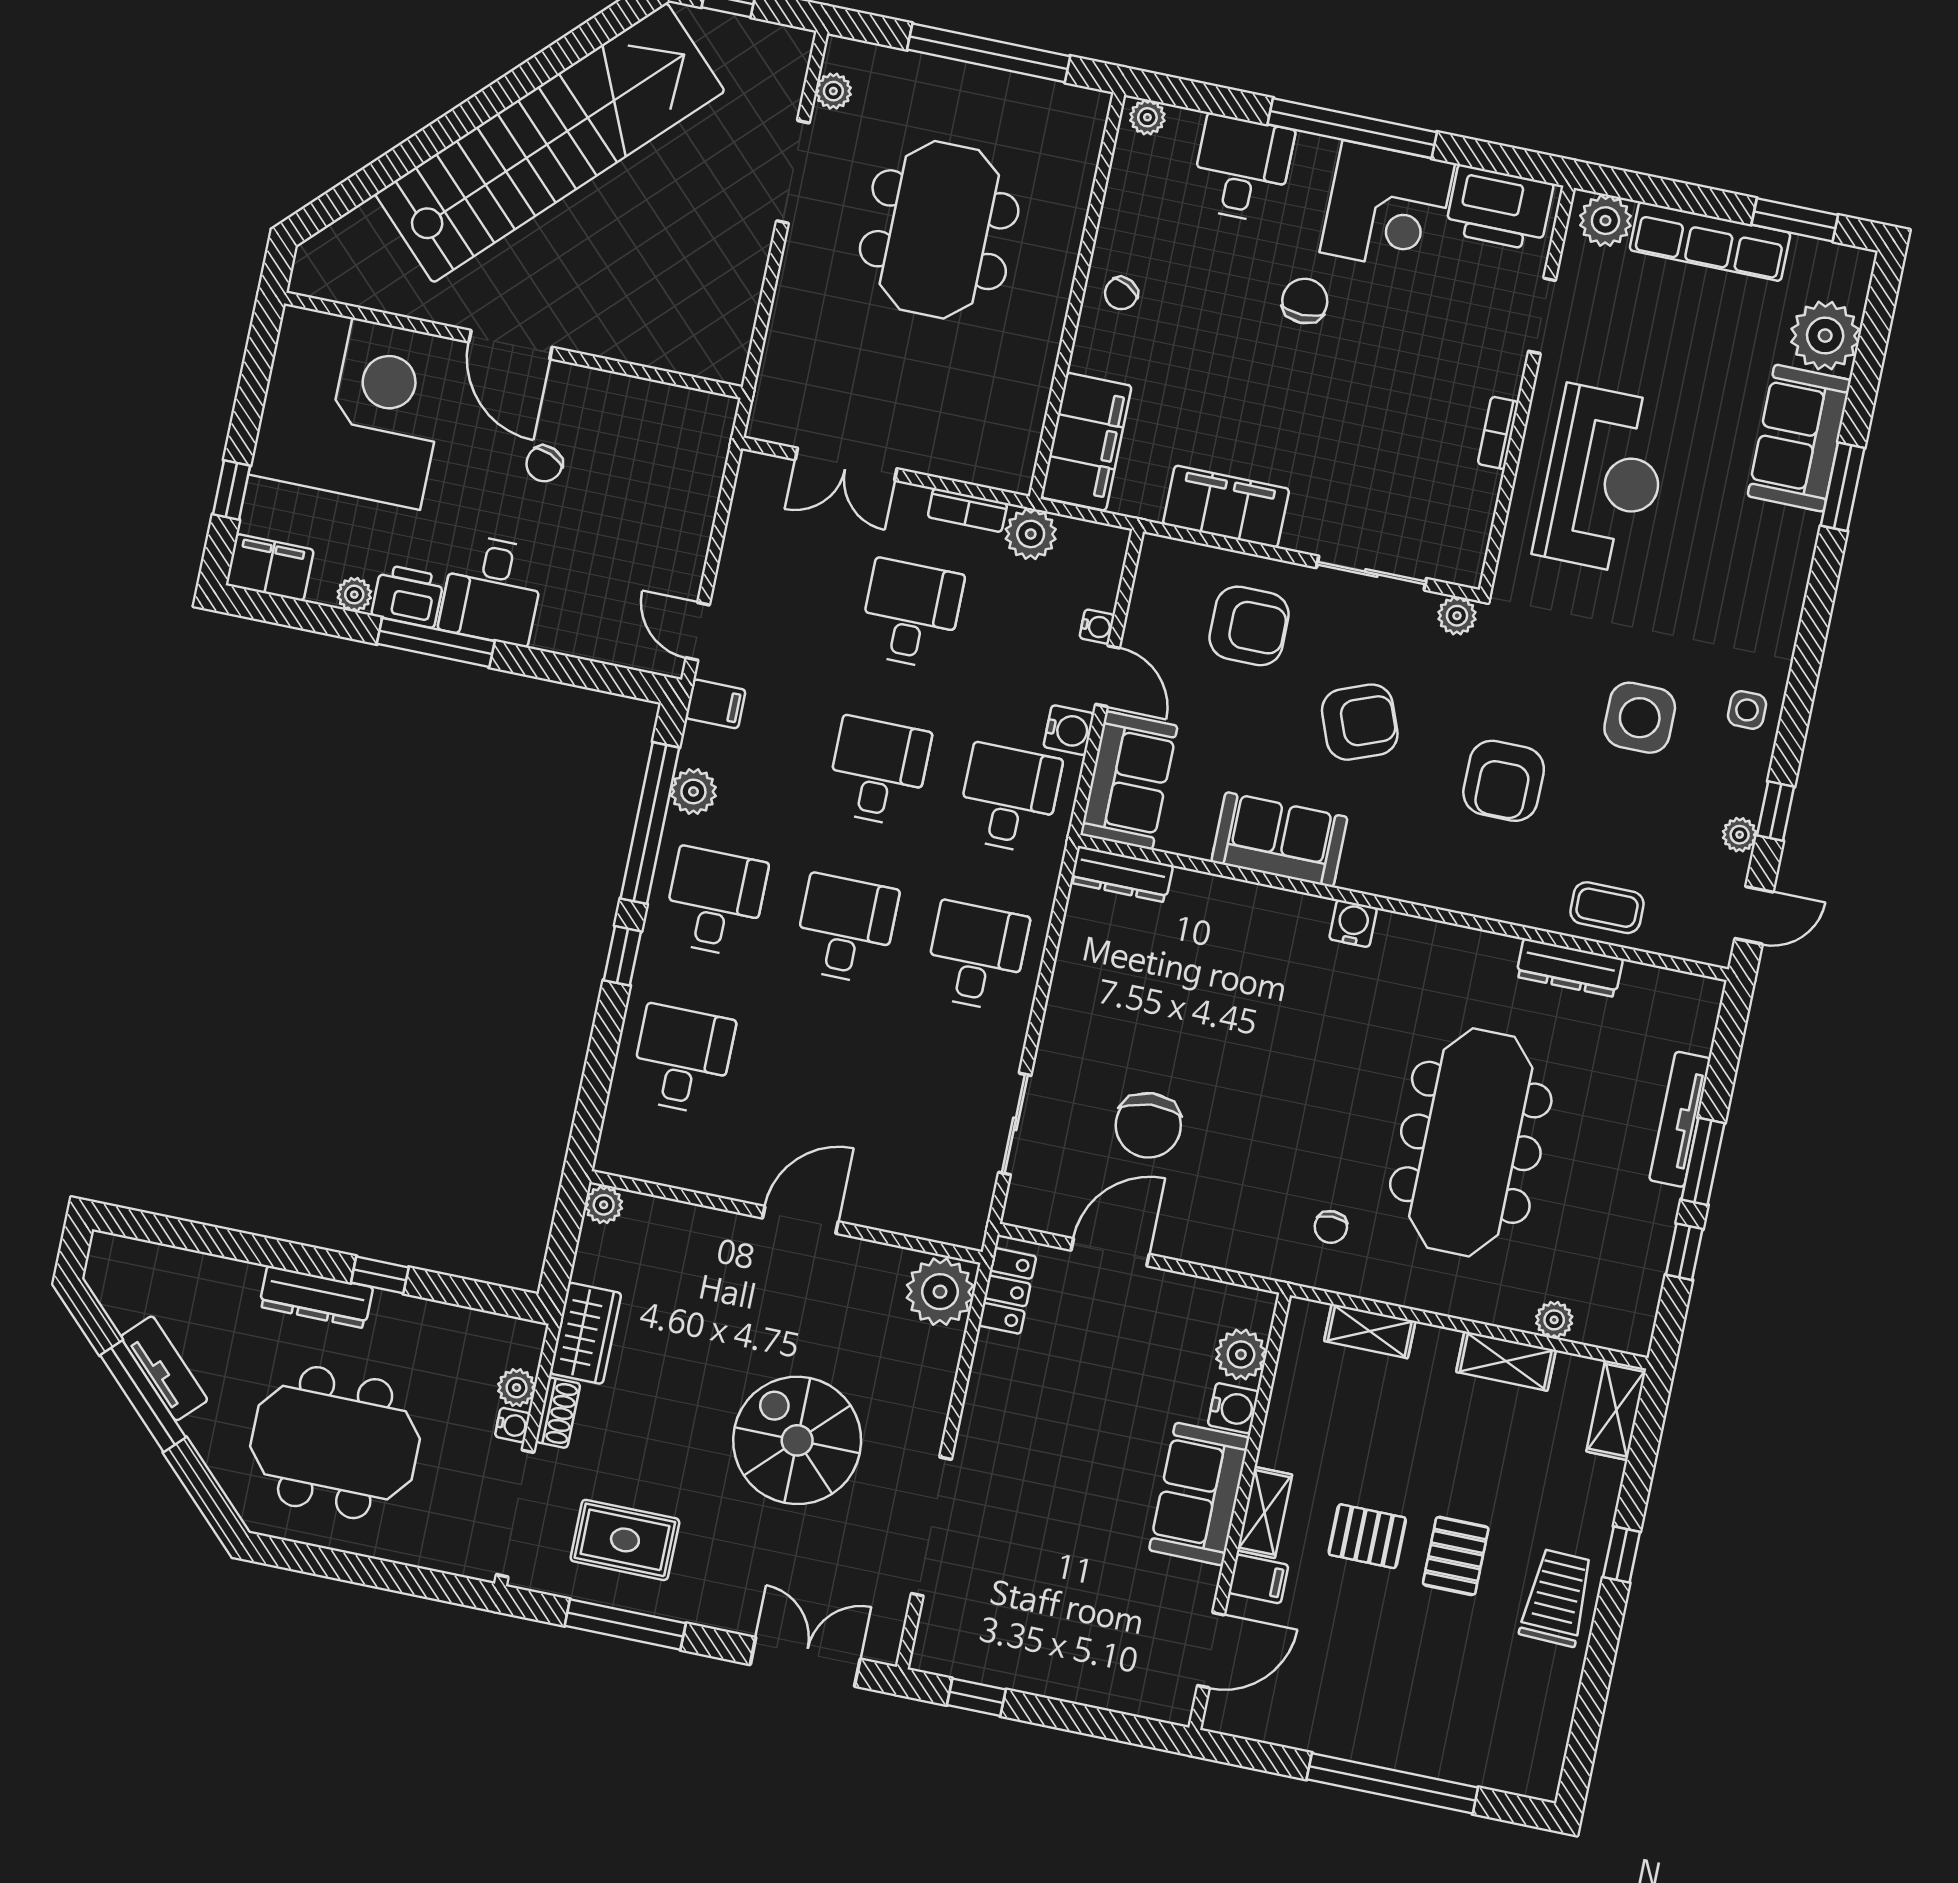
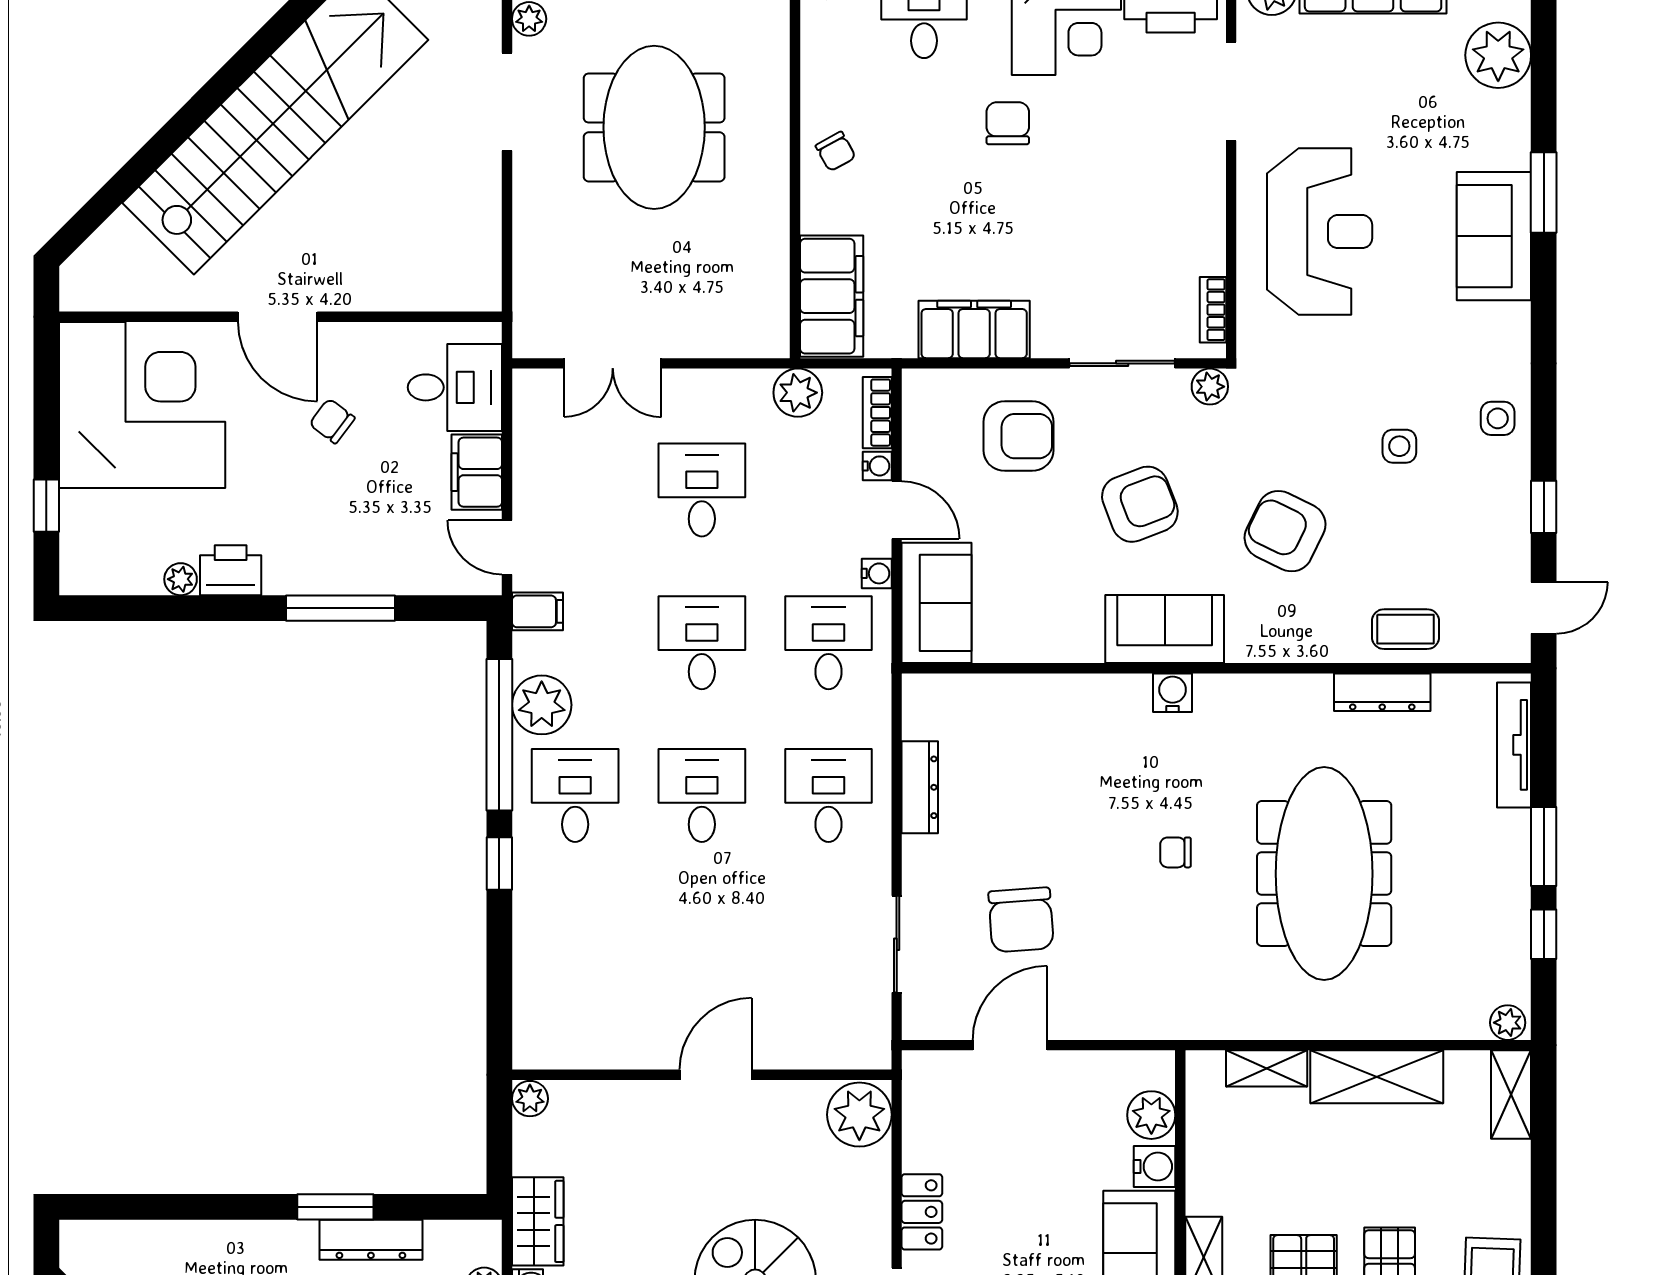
chair: (1121, 293) -> (836, 151), turned -57
doorway: (1542, 316) -> (1231, 91), width x1.38
bookcase: (1498, 433) -> (1213, 310), moved
sofa: (1799, 438) -> (1494, 236), moved
chair: (544, 464) -> (332, 421), turned 104
bookcase: (967, 510) -> (877, 413), moved, turned 90
filing cabinet: (270, 567) -> (477, 472), moved, turned -90
desk: (492, 590) -> (455, 387), moved, turned -90
window: (436, 643) -> (341, 608), moved
side table: (1640, 718) -> (1399, 446), width x0.54, depth x0.54
water cooler: (1069, 730) -> (877, 573), width x0.72, depth x0.72
armchair: (1504, 781) -> (1285, 531), turned 116
plant: (693, 791) -> (542, 705), width x1.36, depth x1.36
plant: (1740, 835) -> (1515, 536), removed
sofa: (1279, 840) -> (1165, 629), moved
dresser: (1122, 874) -> (920, 787), moved, turned -90
desk: (682, 1059) -> (575, 948), removed
tv unit: (1680, 1119) -> (1514, 745), moved
chair: (1331, 1227) -> (1176, 852), moved, turned 90
window: (380, 1275) -> (335, 1207), width x1.50
locker: (1007, 1291) -> (922, 1212), moved
dresser: (316, 1297) -> (371, 1240), moved
plant: (1554, 1320) -> (1508, 1023), moved
shelving: (1506, 1361) -> (1377, 1077), width x1.50, depth x1.33
window: (1622, 1555) -> (1544, 1228), removed

